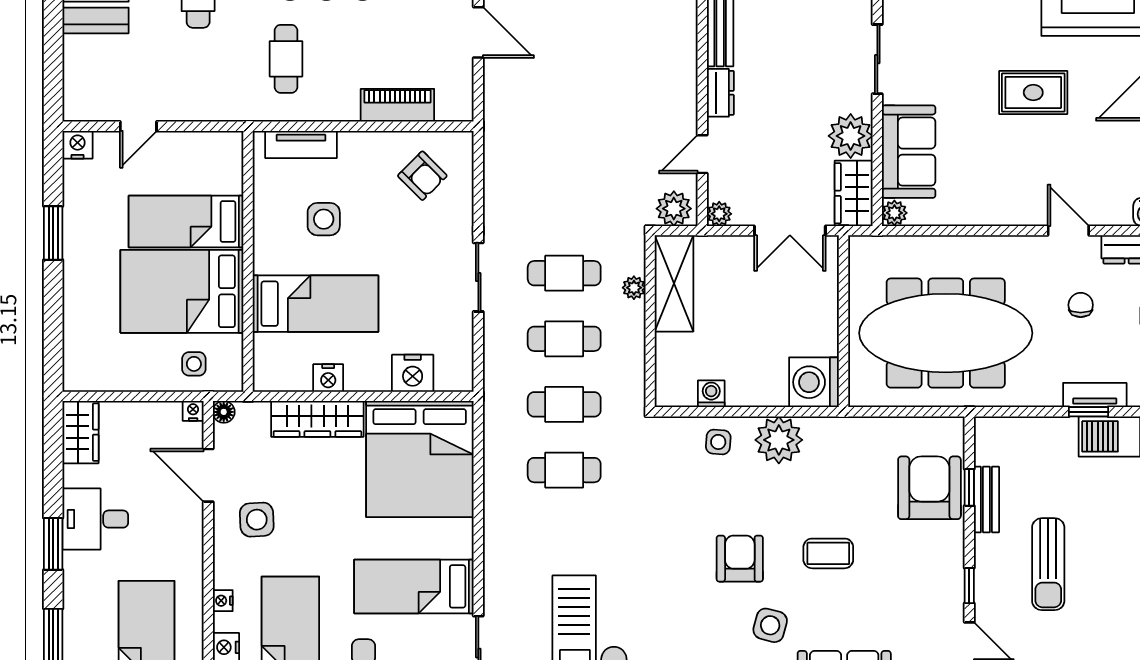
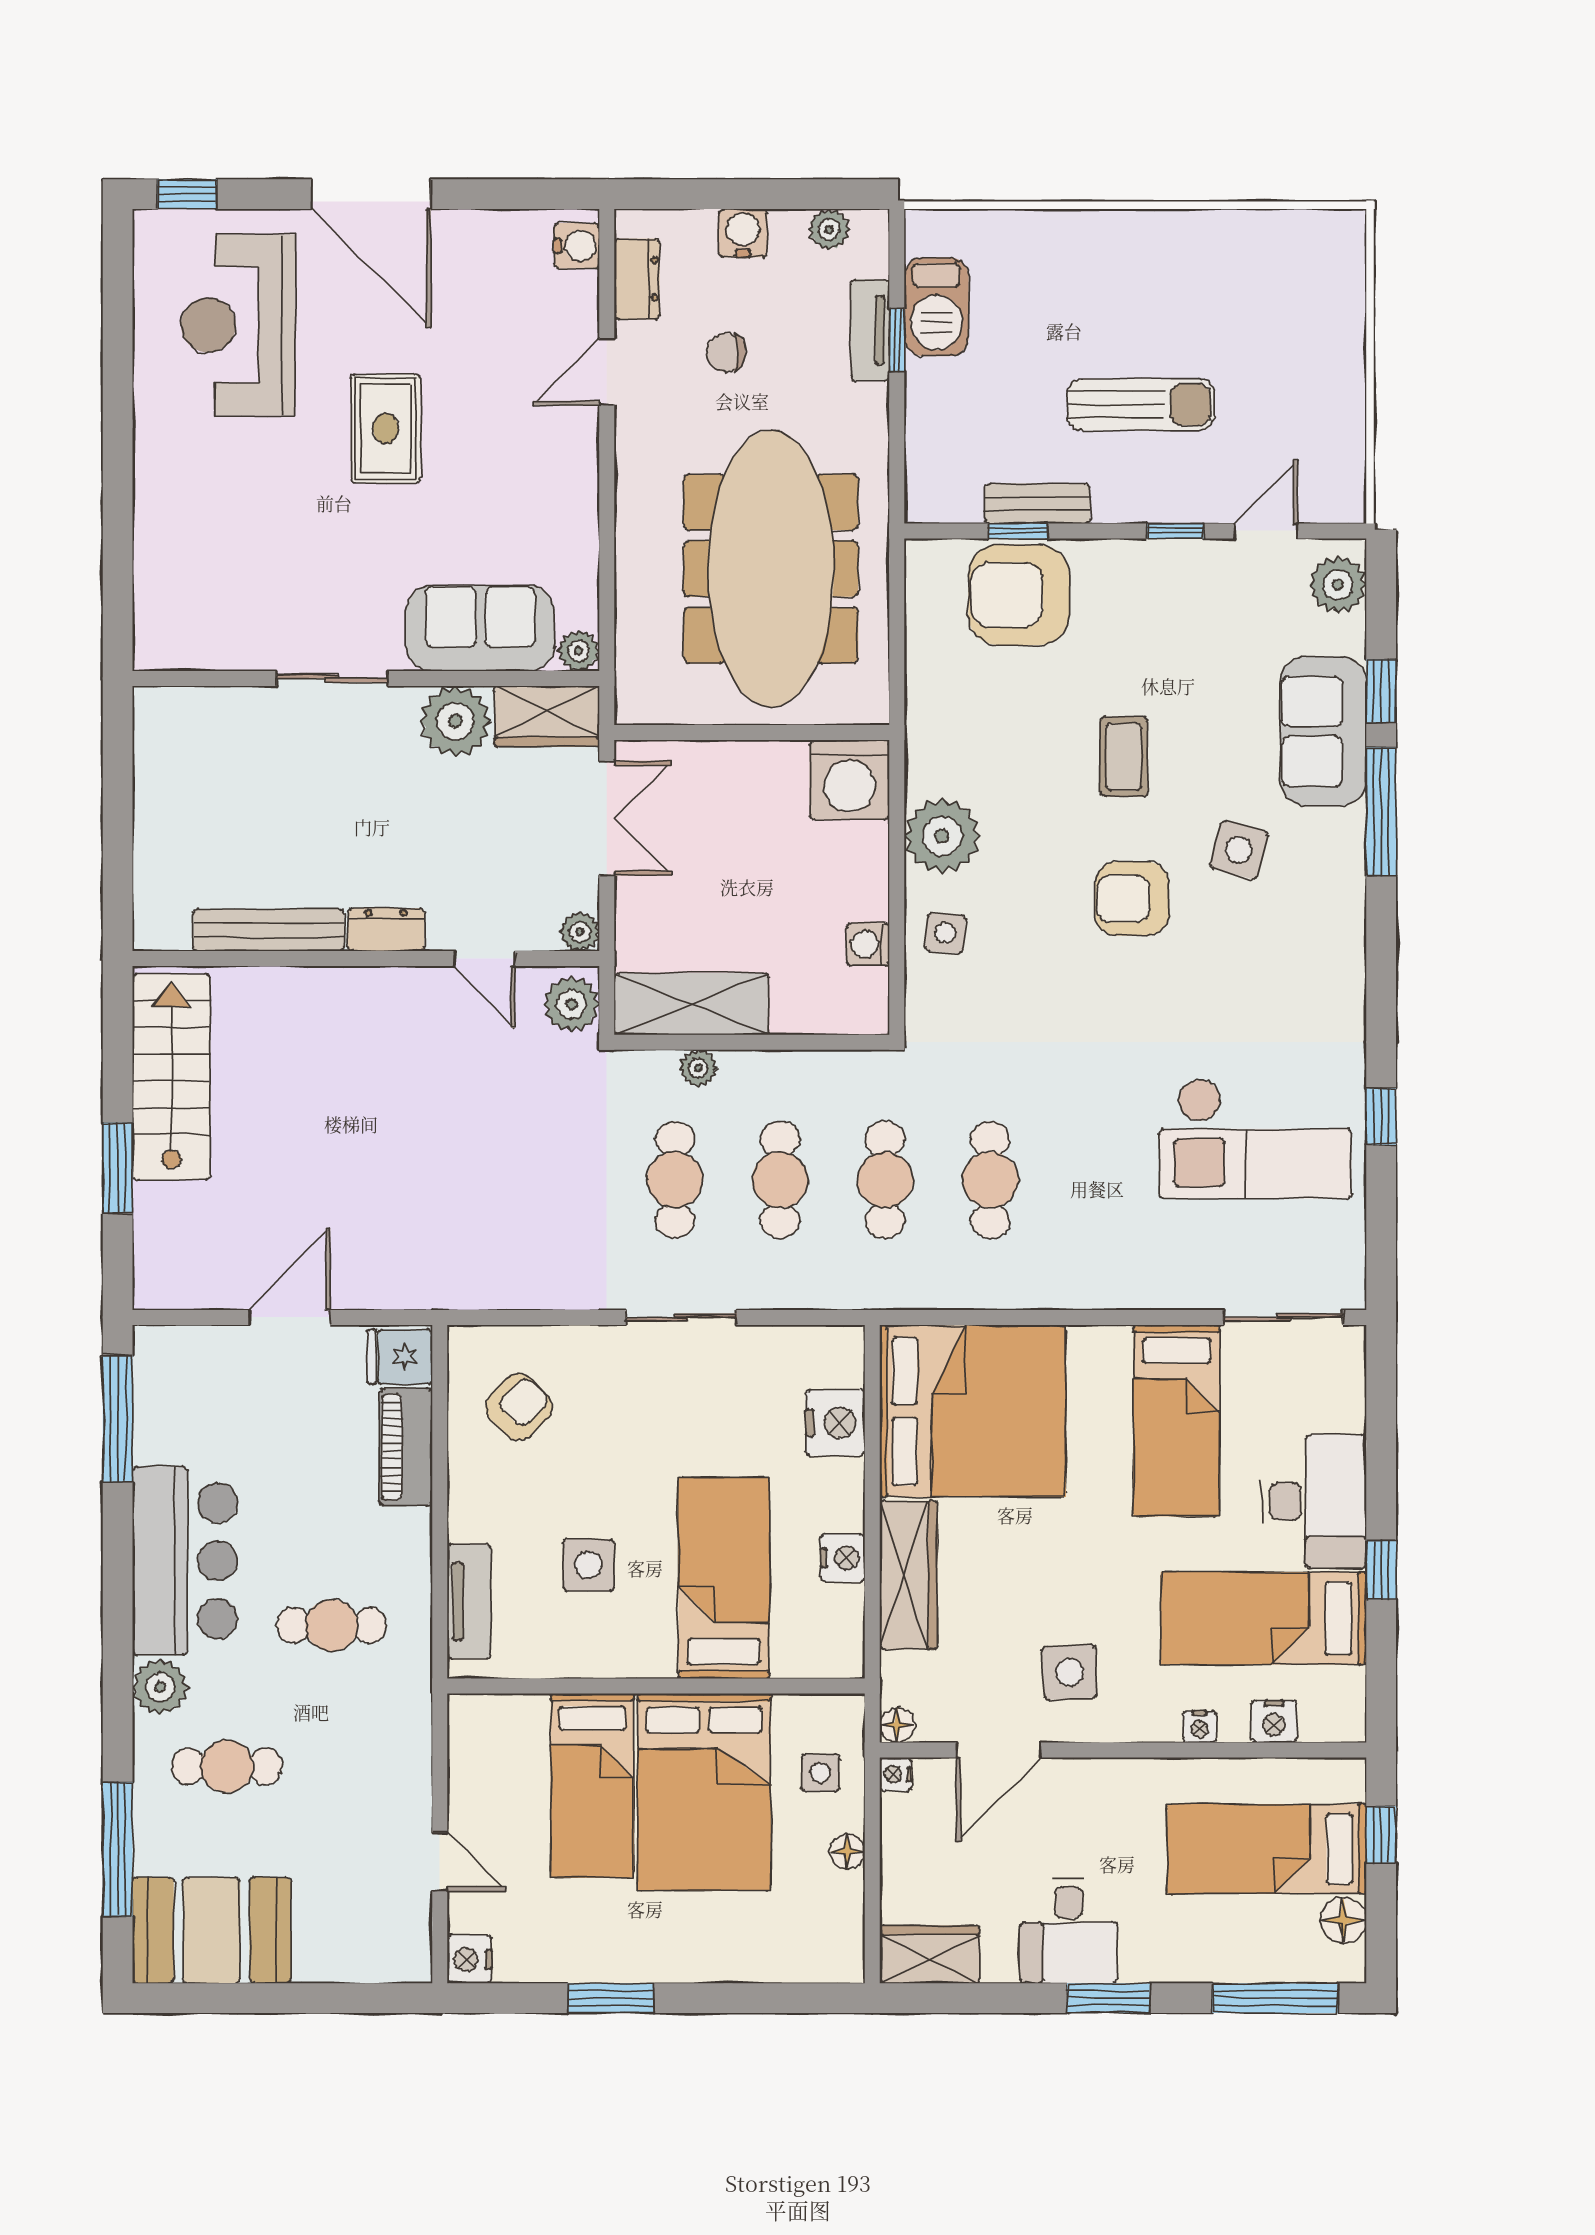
fridge: (454, 101) -> (400, 1357), added
floor lamp: (145, 381) -> (847, 1851), added

